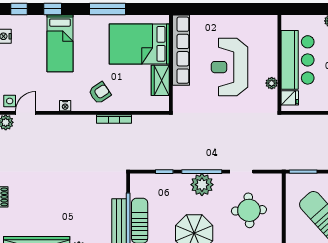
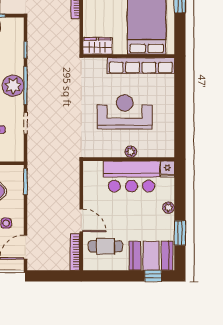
wardrobe: (160, 80) -> (97, 46), moved
plant: (272, 83) -> (131, 152), moved
fridge: (290, 98) -> (167, 169), moved

